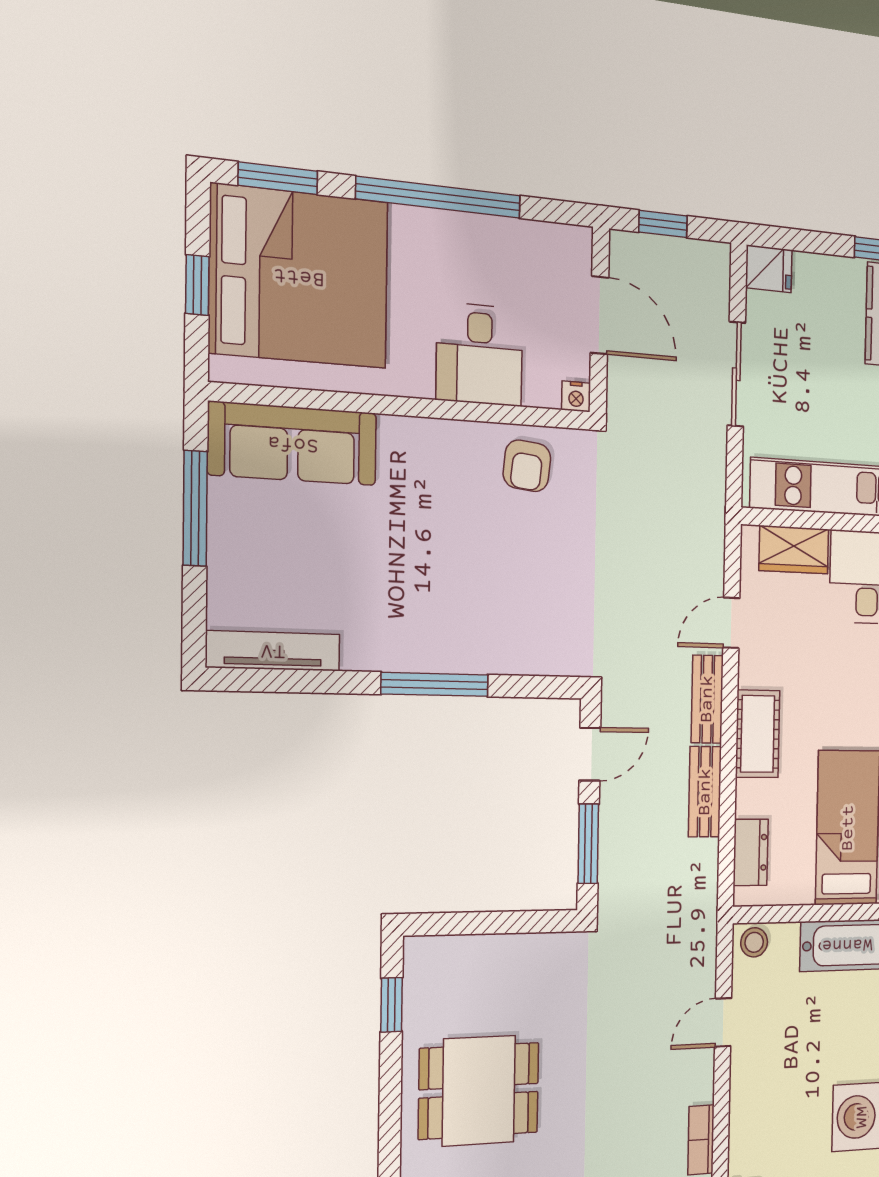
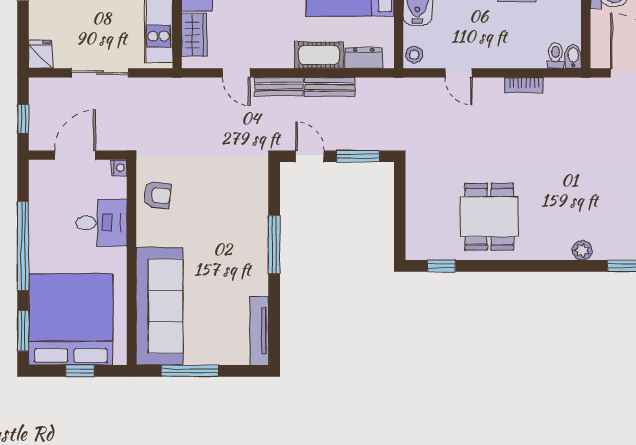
sofa: (293, 444) -> (159, 306), width x1.36, depth x1.27
cot: (758, 734) -> (319, 55), moved

